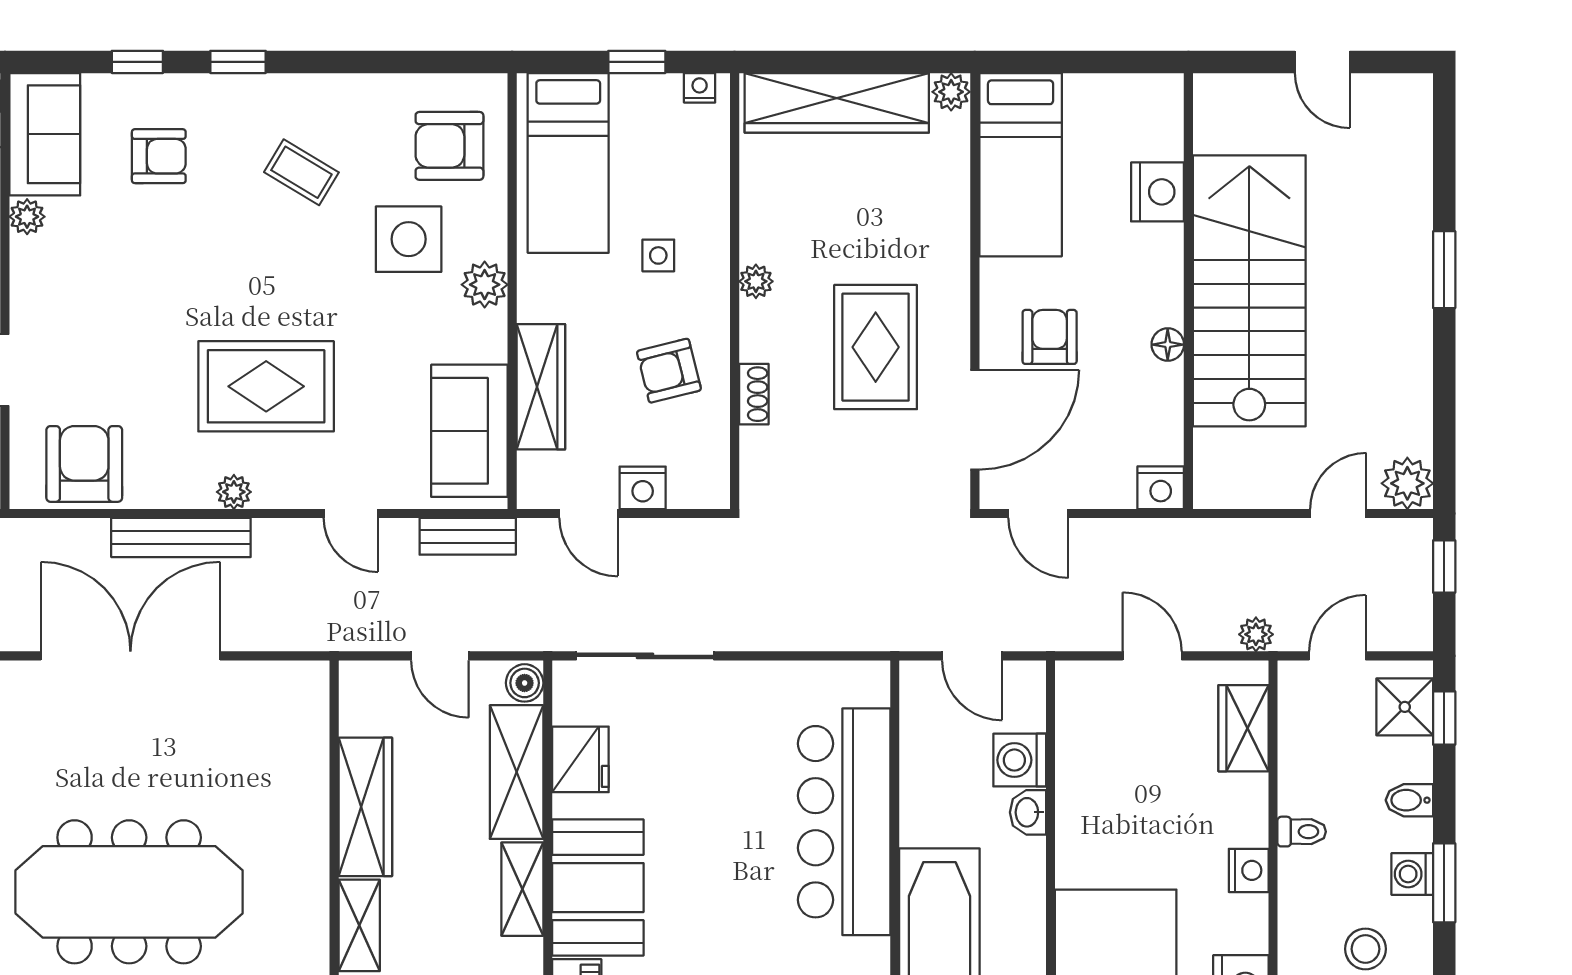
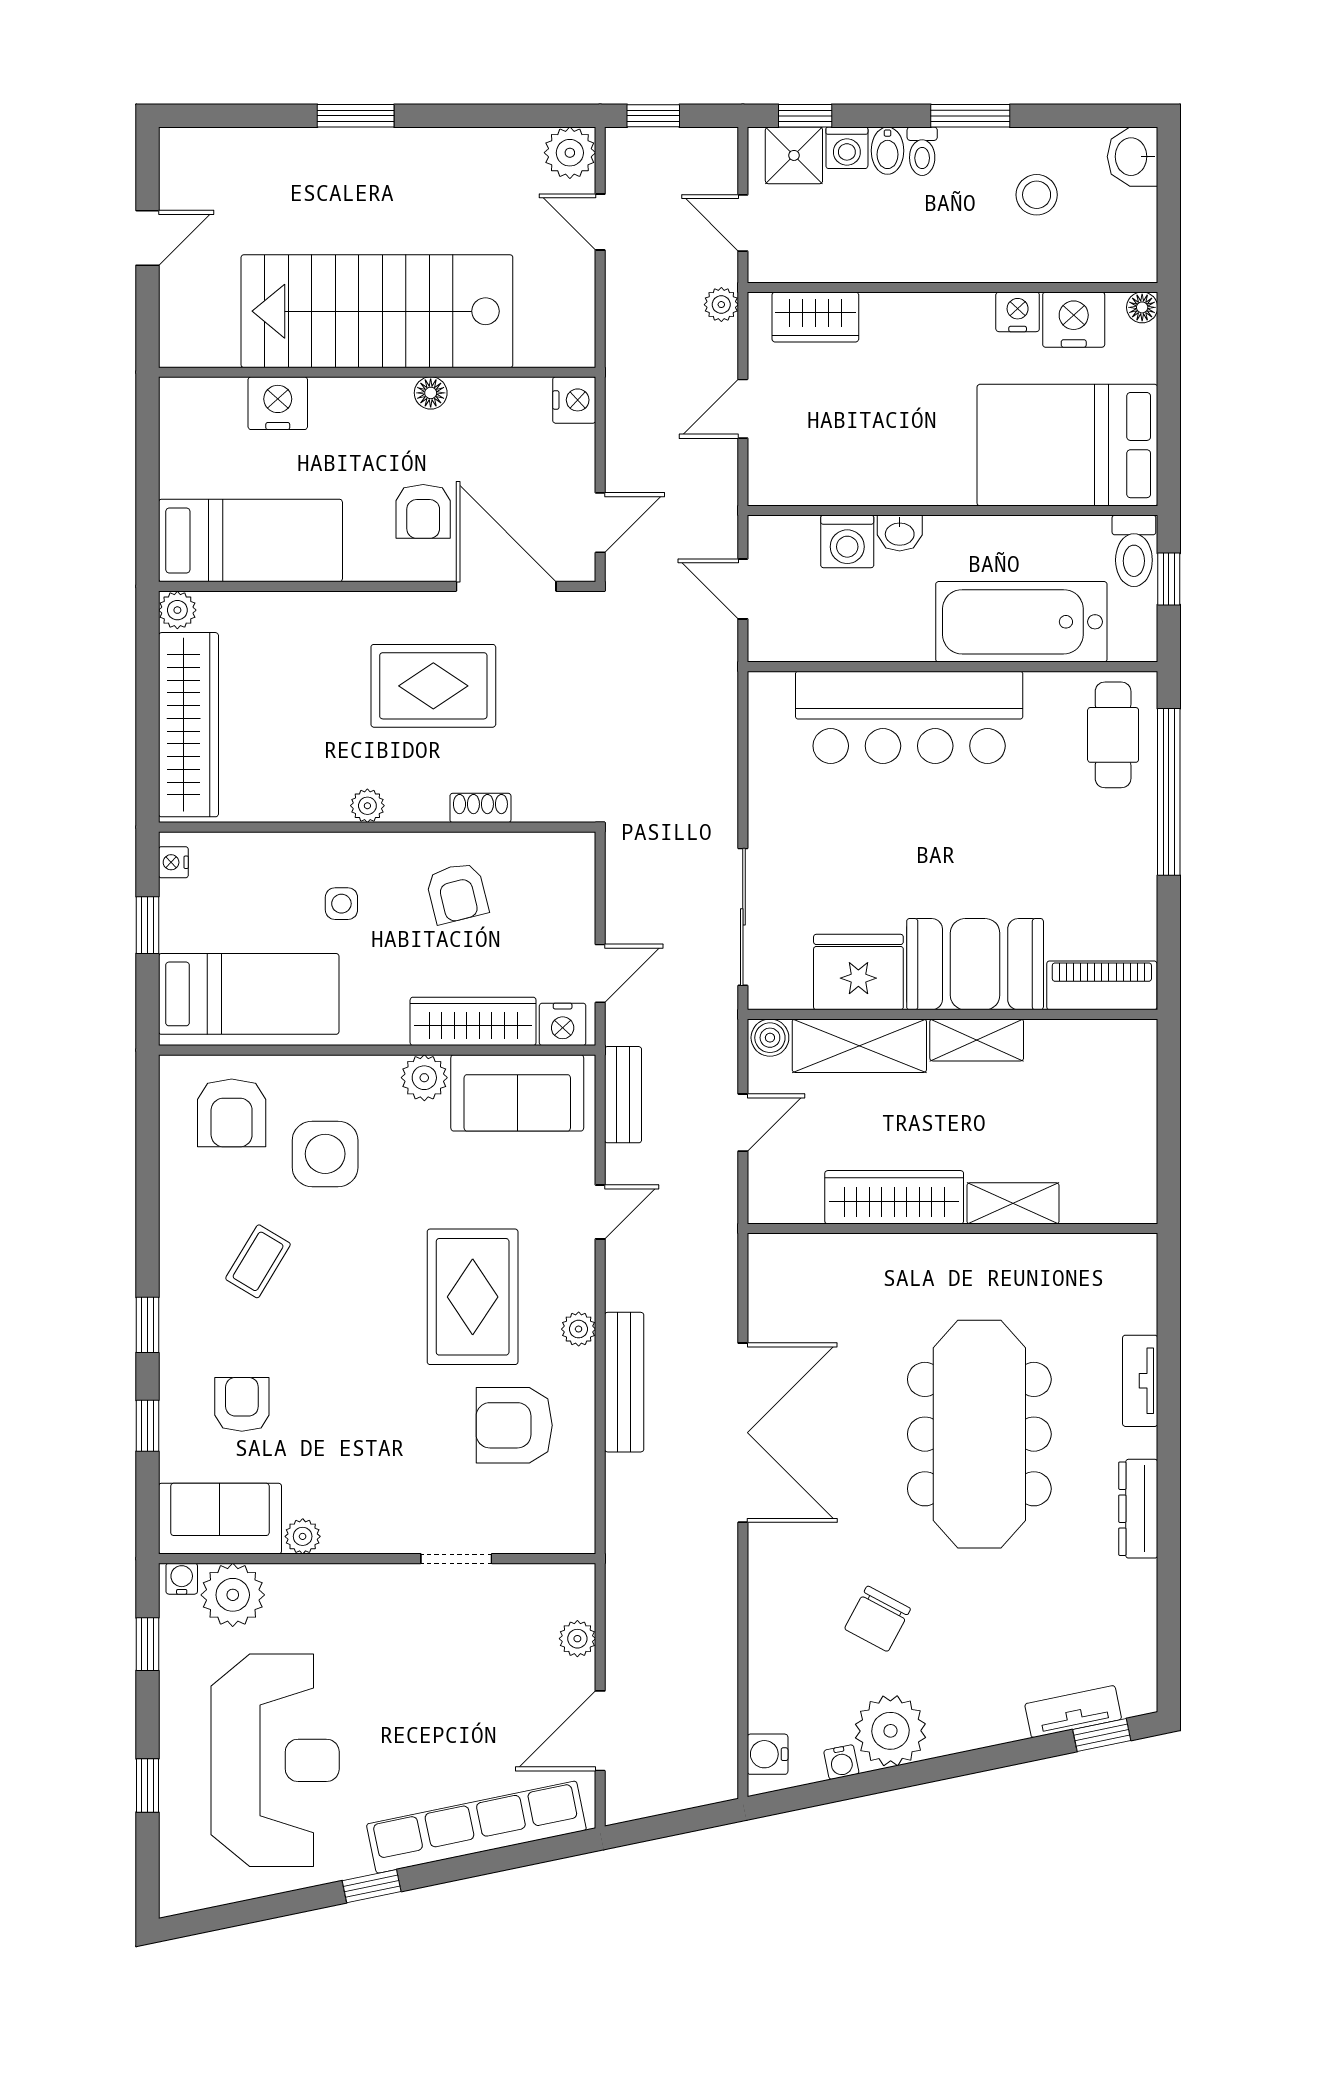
plant: (485, 285) -> (424, 1078), moved
armchair: (1050, 337) -> (423, 511), turned -90
armchair: (84, 464) -> (514, 1425), moved
nightstand: (643, 488) -> (563, 1024), moved, turned 90
double door: (130, 656) -> (743, 1433), swing flipped
door: (972, 656) -> (743, 589), swing flipped
fridge: (580, 759) -> (858, 972), width x1.36, depth x1.34
toilet: (1302, 832) -> (922, 151), moved, turned 180
nightstand: (1249, 870) -> (1018, 312), moved
washing machine: (1412, 874) -> (847, 148), moved

